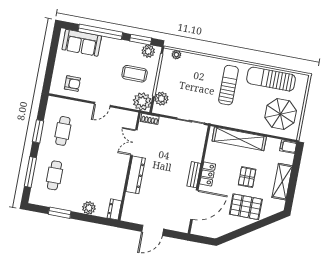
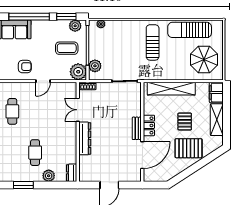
armchair: (72, 84) -> (25, 67), moved
filing cabinet: (288, 147) -> (216, 93), width x2.00
cafe table: (54, 175) -> (35, 153), moved

